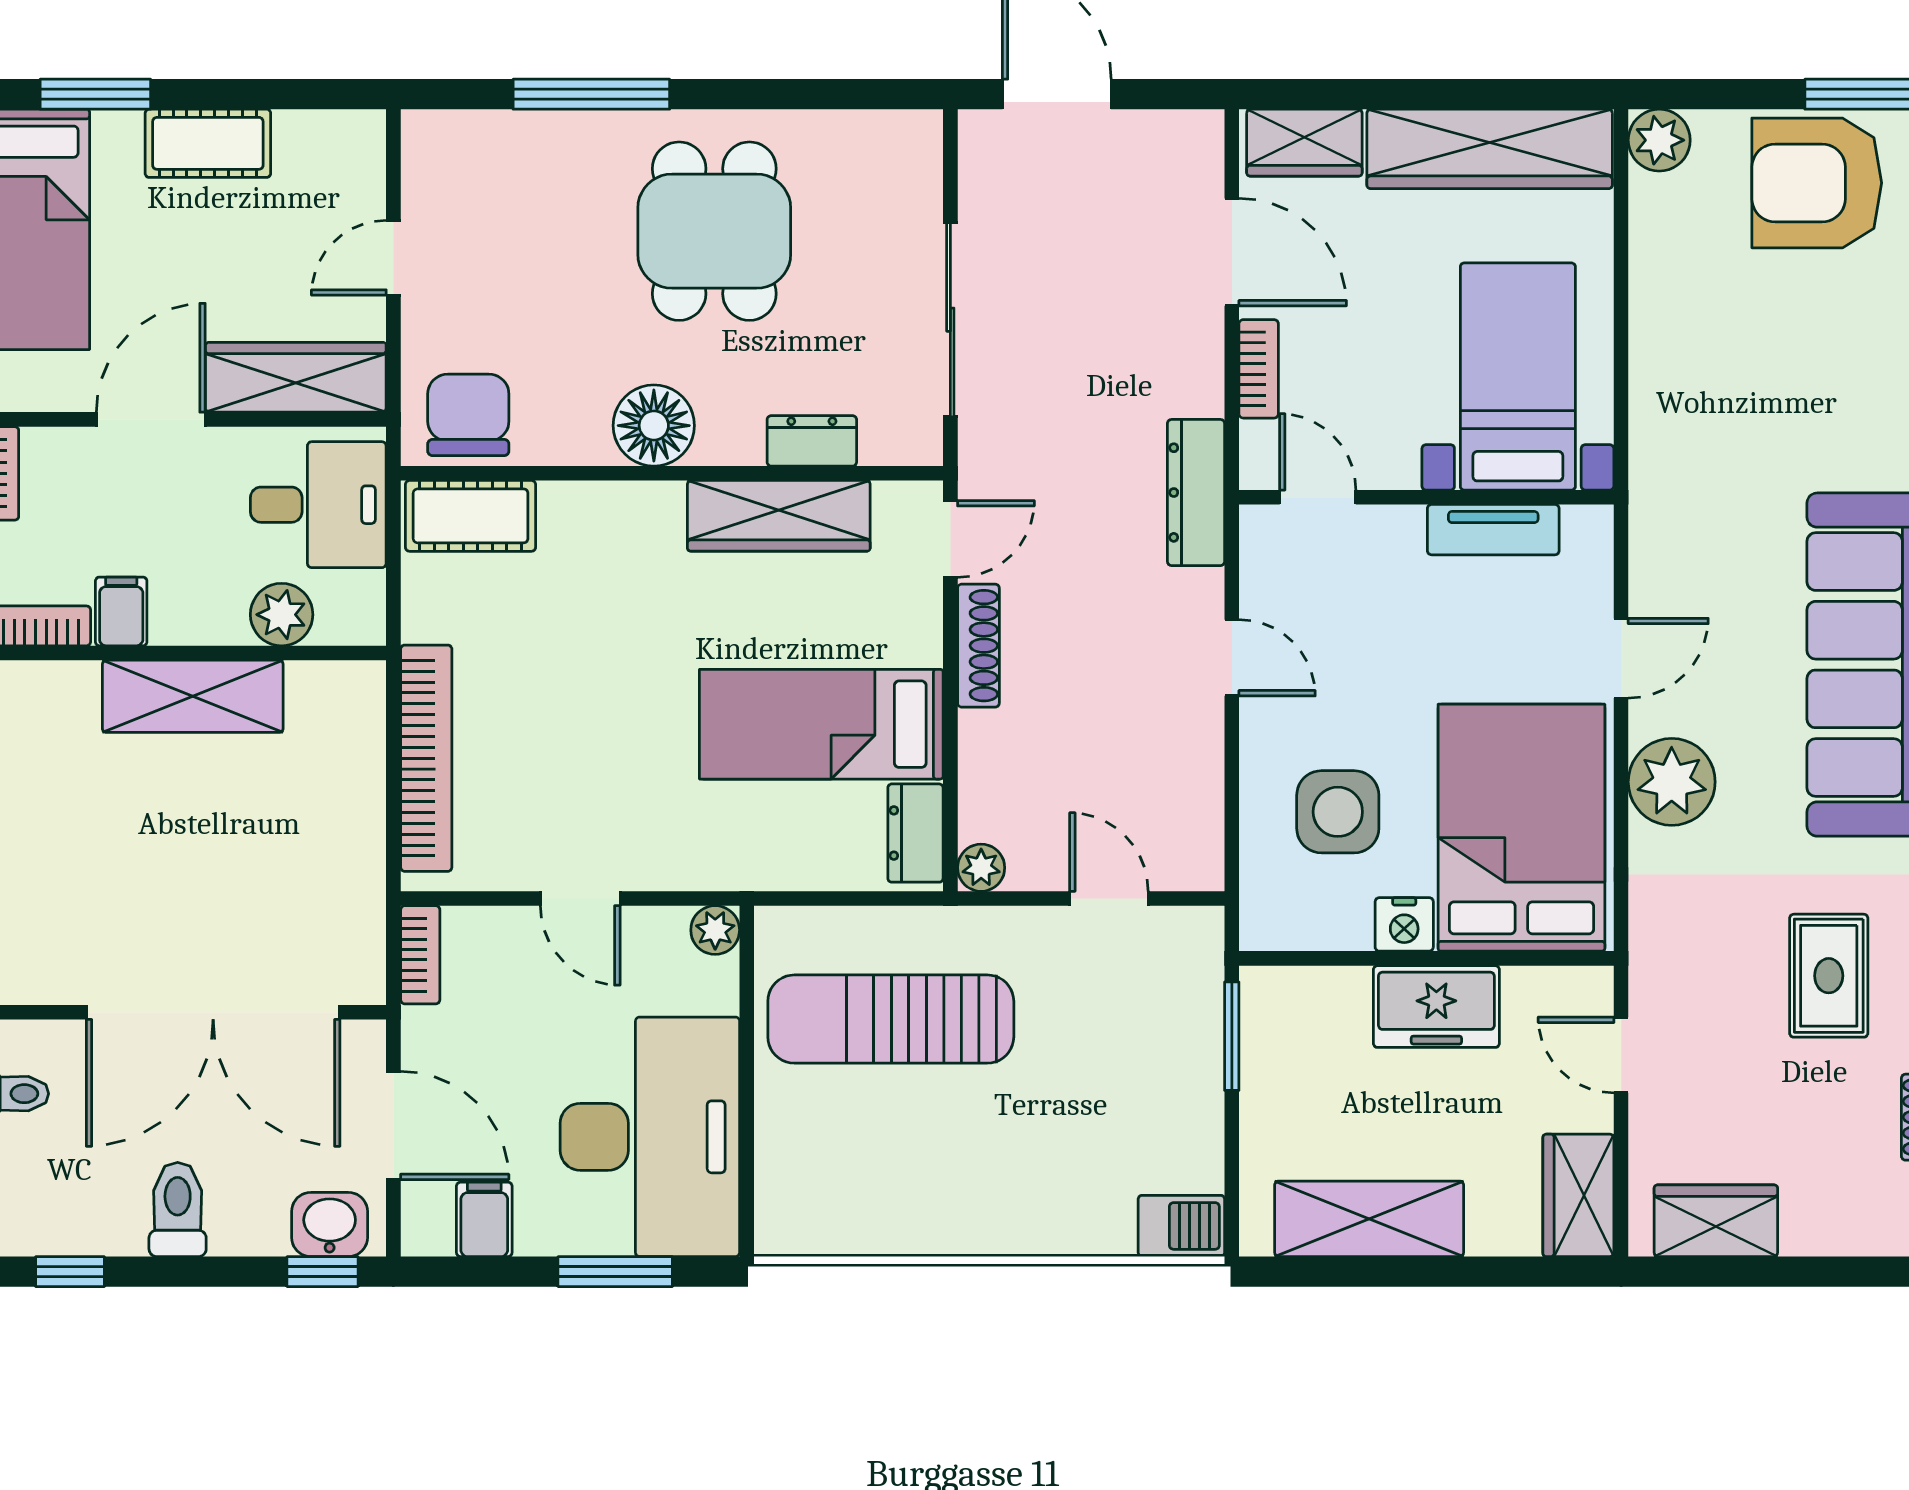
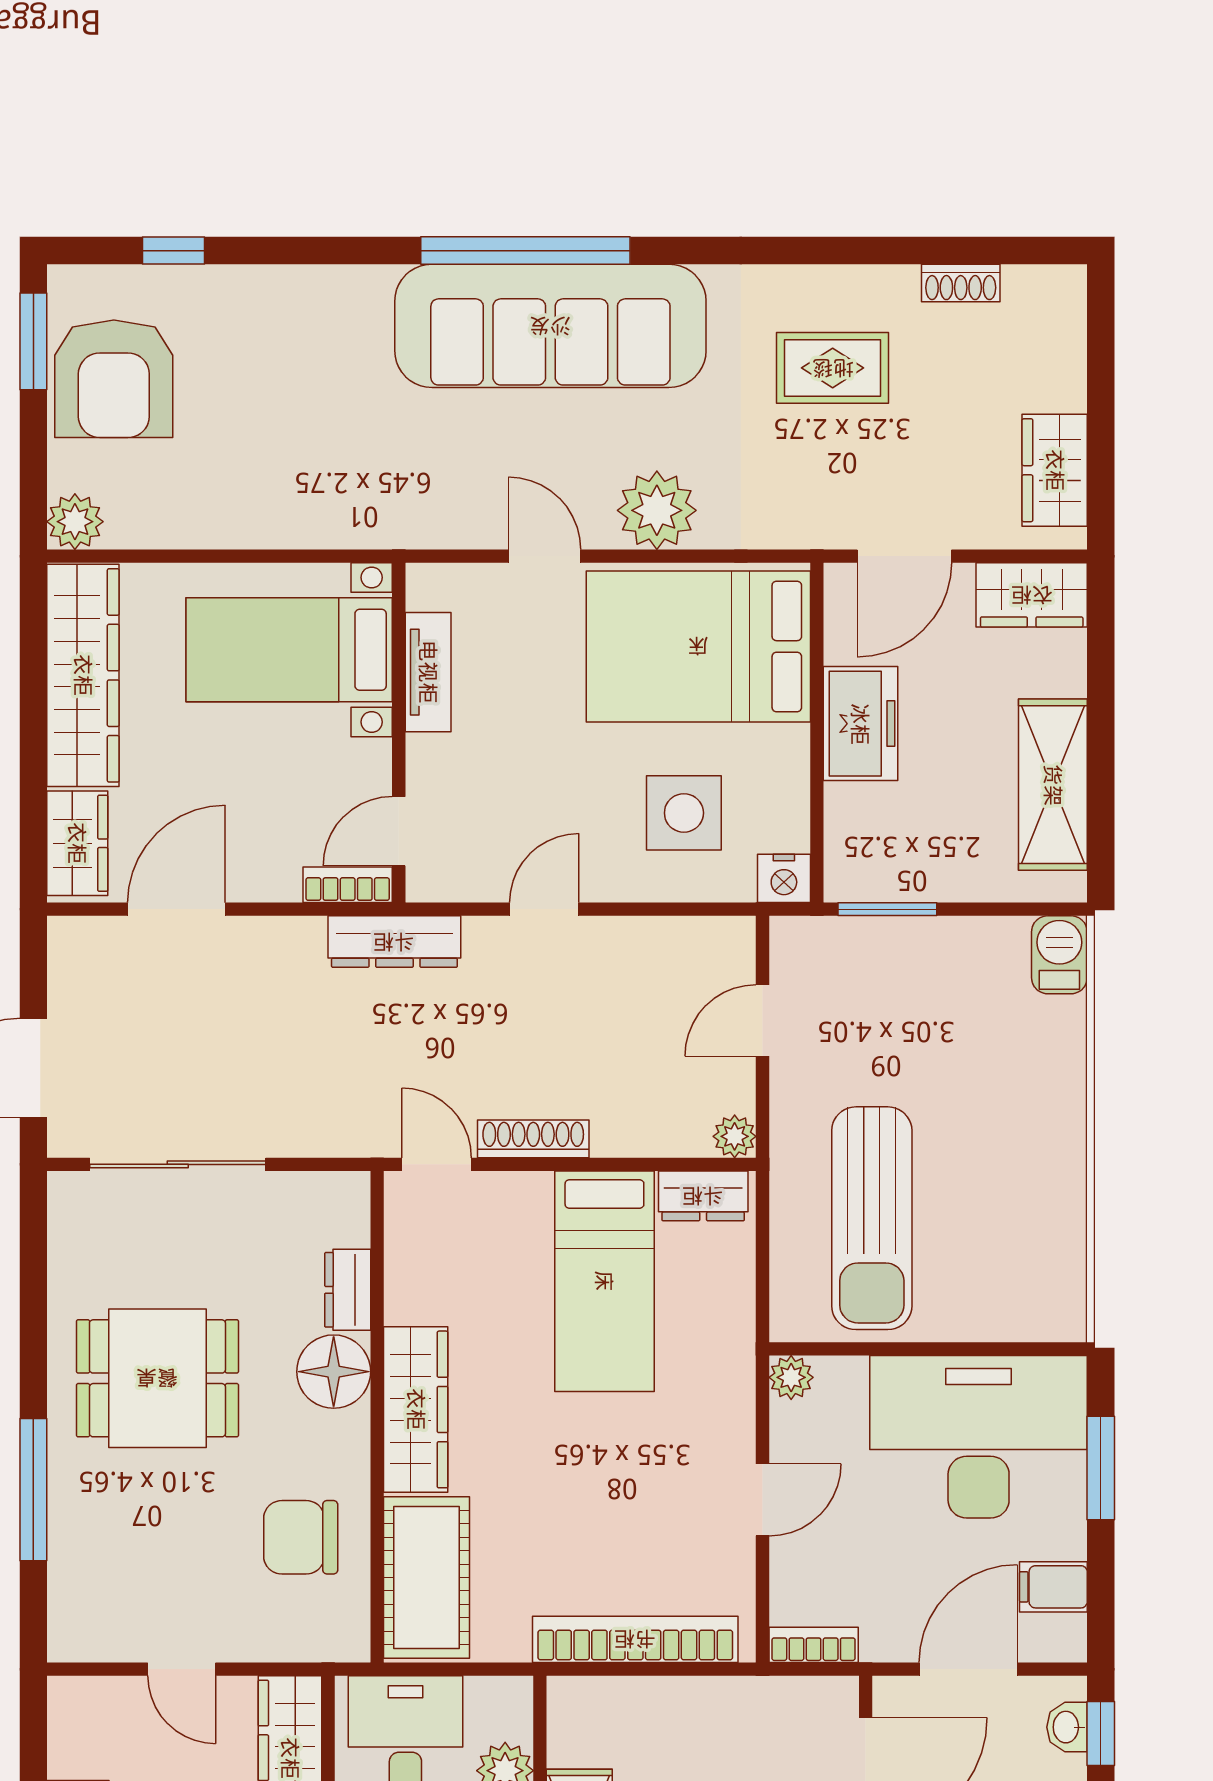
sliding door: (950, 320) -> (178, 1164), moved
bookcase: (1259, 369) -> (348, 885), moved
chair: (468, 415) -> (301, 1537), moved
floor lamp: (654, 426) -> (334, 1372), moved
cot: (471, 516) -> (427, 1577), width x1.37, depth x1.34
wardrobe: (779, 516) -> (416, 1409), moved
nightstand: (1404, 924) -> (784, 878), moved, turned 90
door: (1621, 1055) -> (904, 556), width x1.38
washbasin: (330, 1224) -> (1067, 1727), width x0.72, depth x0.69

